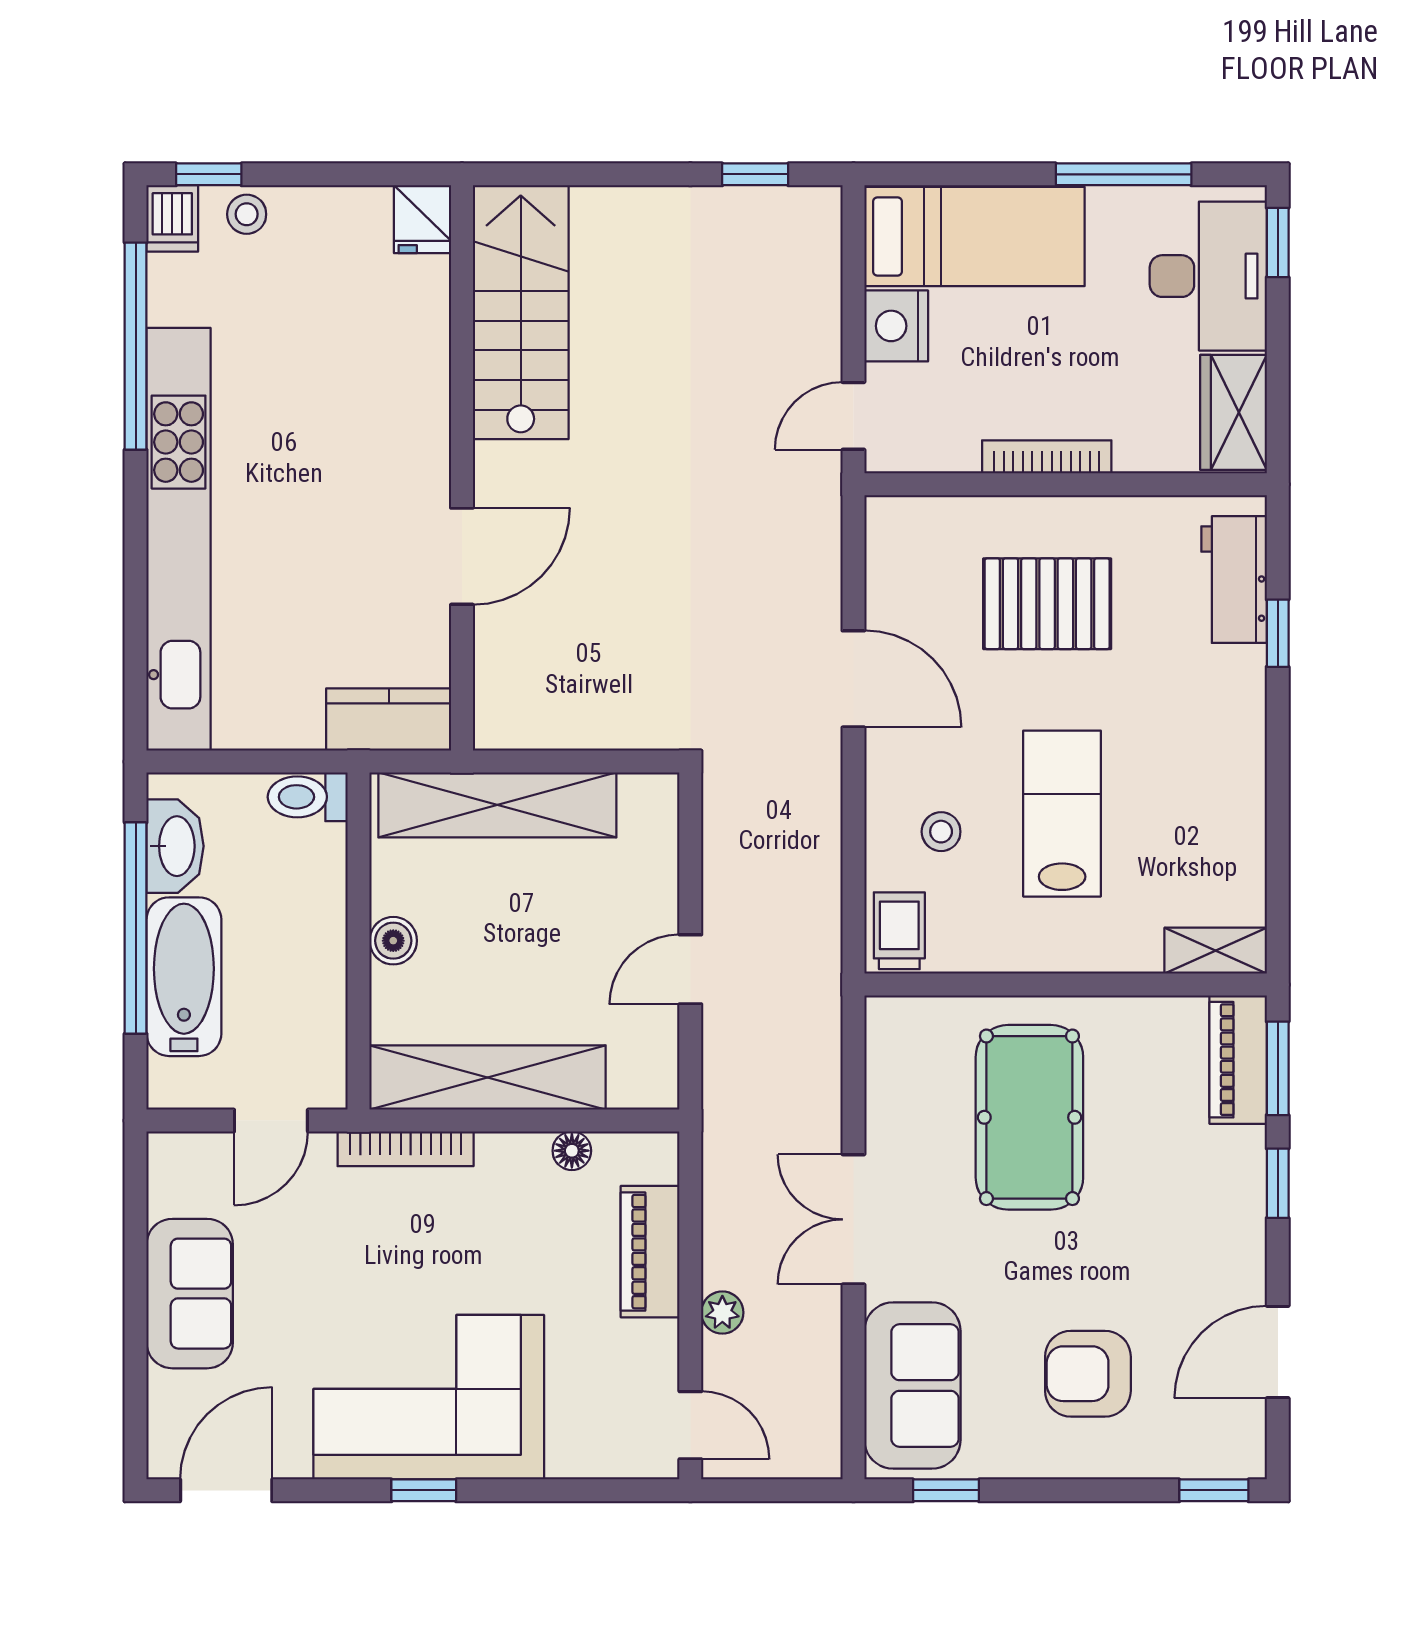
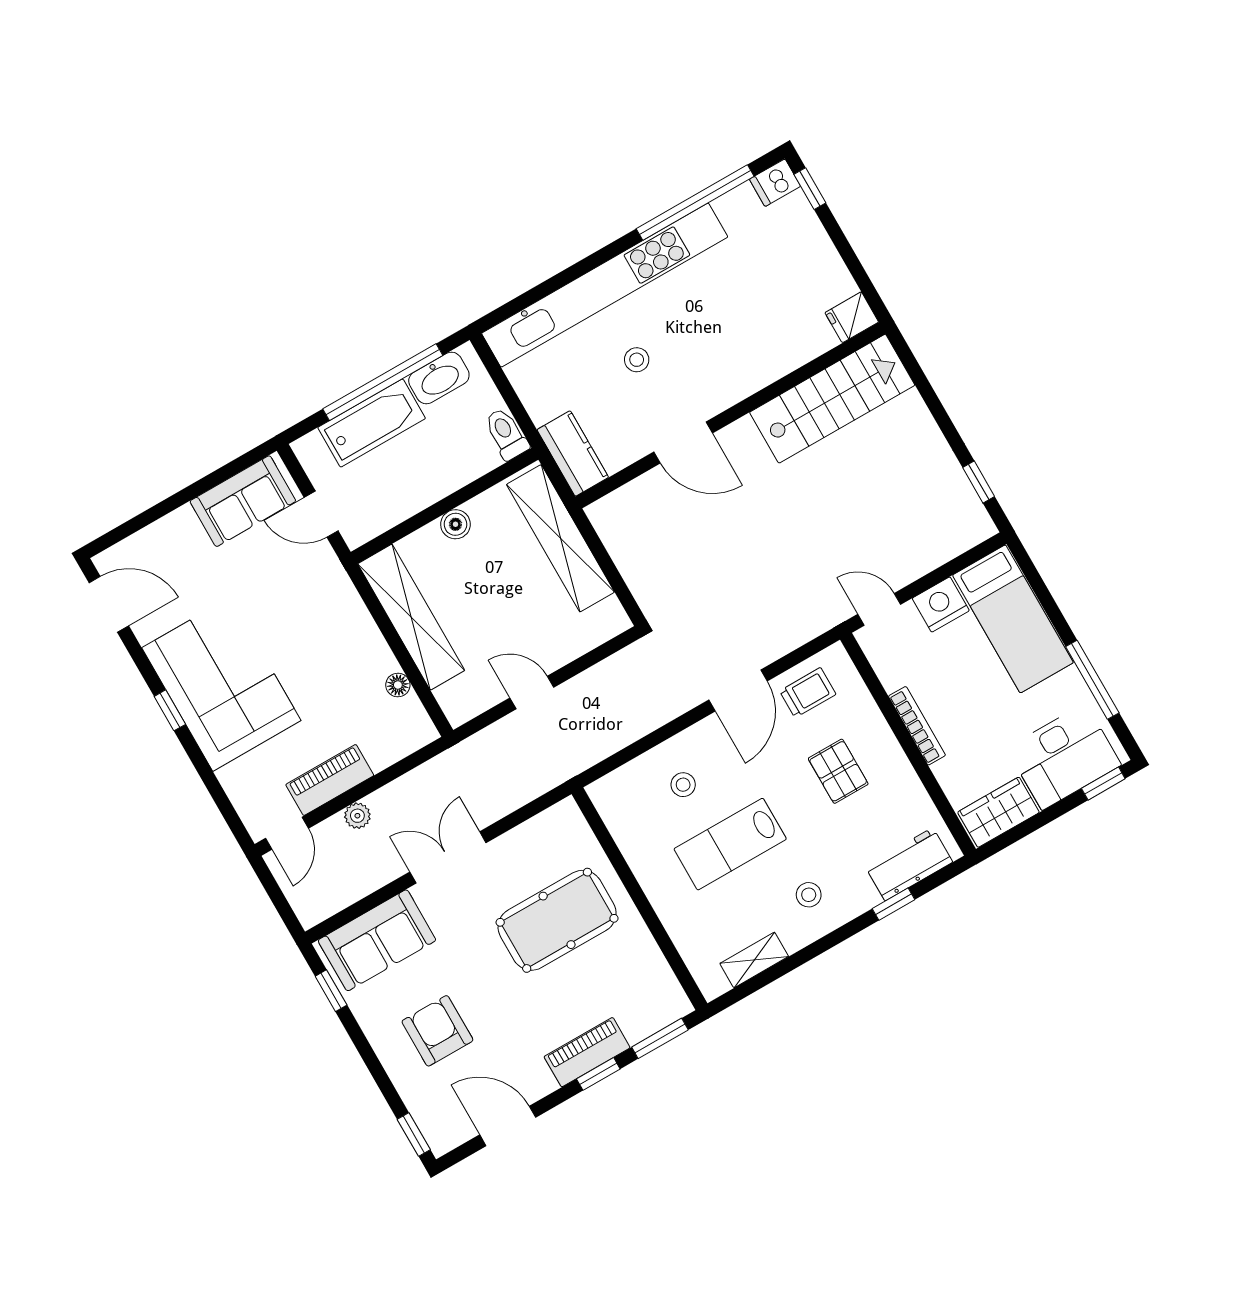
stool: (247, 214) -> (637, 360), moved
pallet: (1047, 604) -> (838, 771), width x0.67, depth x0.71
stool: (1196, 744) -> (809, 895), added
lab bench: (1062, 814) -> (730, 844), turned 180
trolley: (899, 931) -> (808, 693), moved
shelving: (1216, 951) -> (754, 960), moved, turned 90
piano: (1238, 1060) -> (587, 1052), moved
bookcase: (406, 1149) -> (348, 595), removed
piano: (650, 1252) -> (330, 780), moved
sofa: (190, 1294) -> (243, 501), moved

